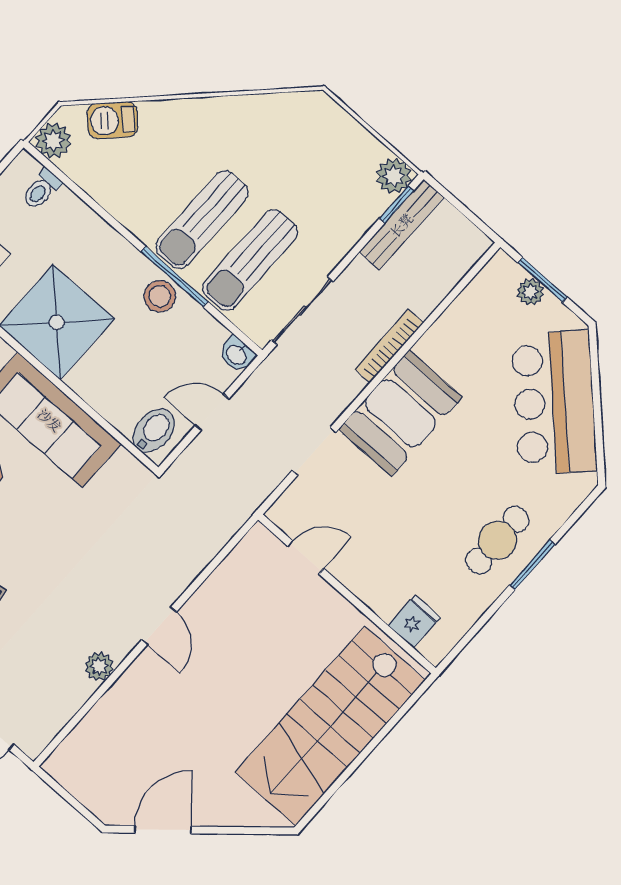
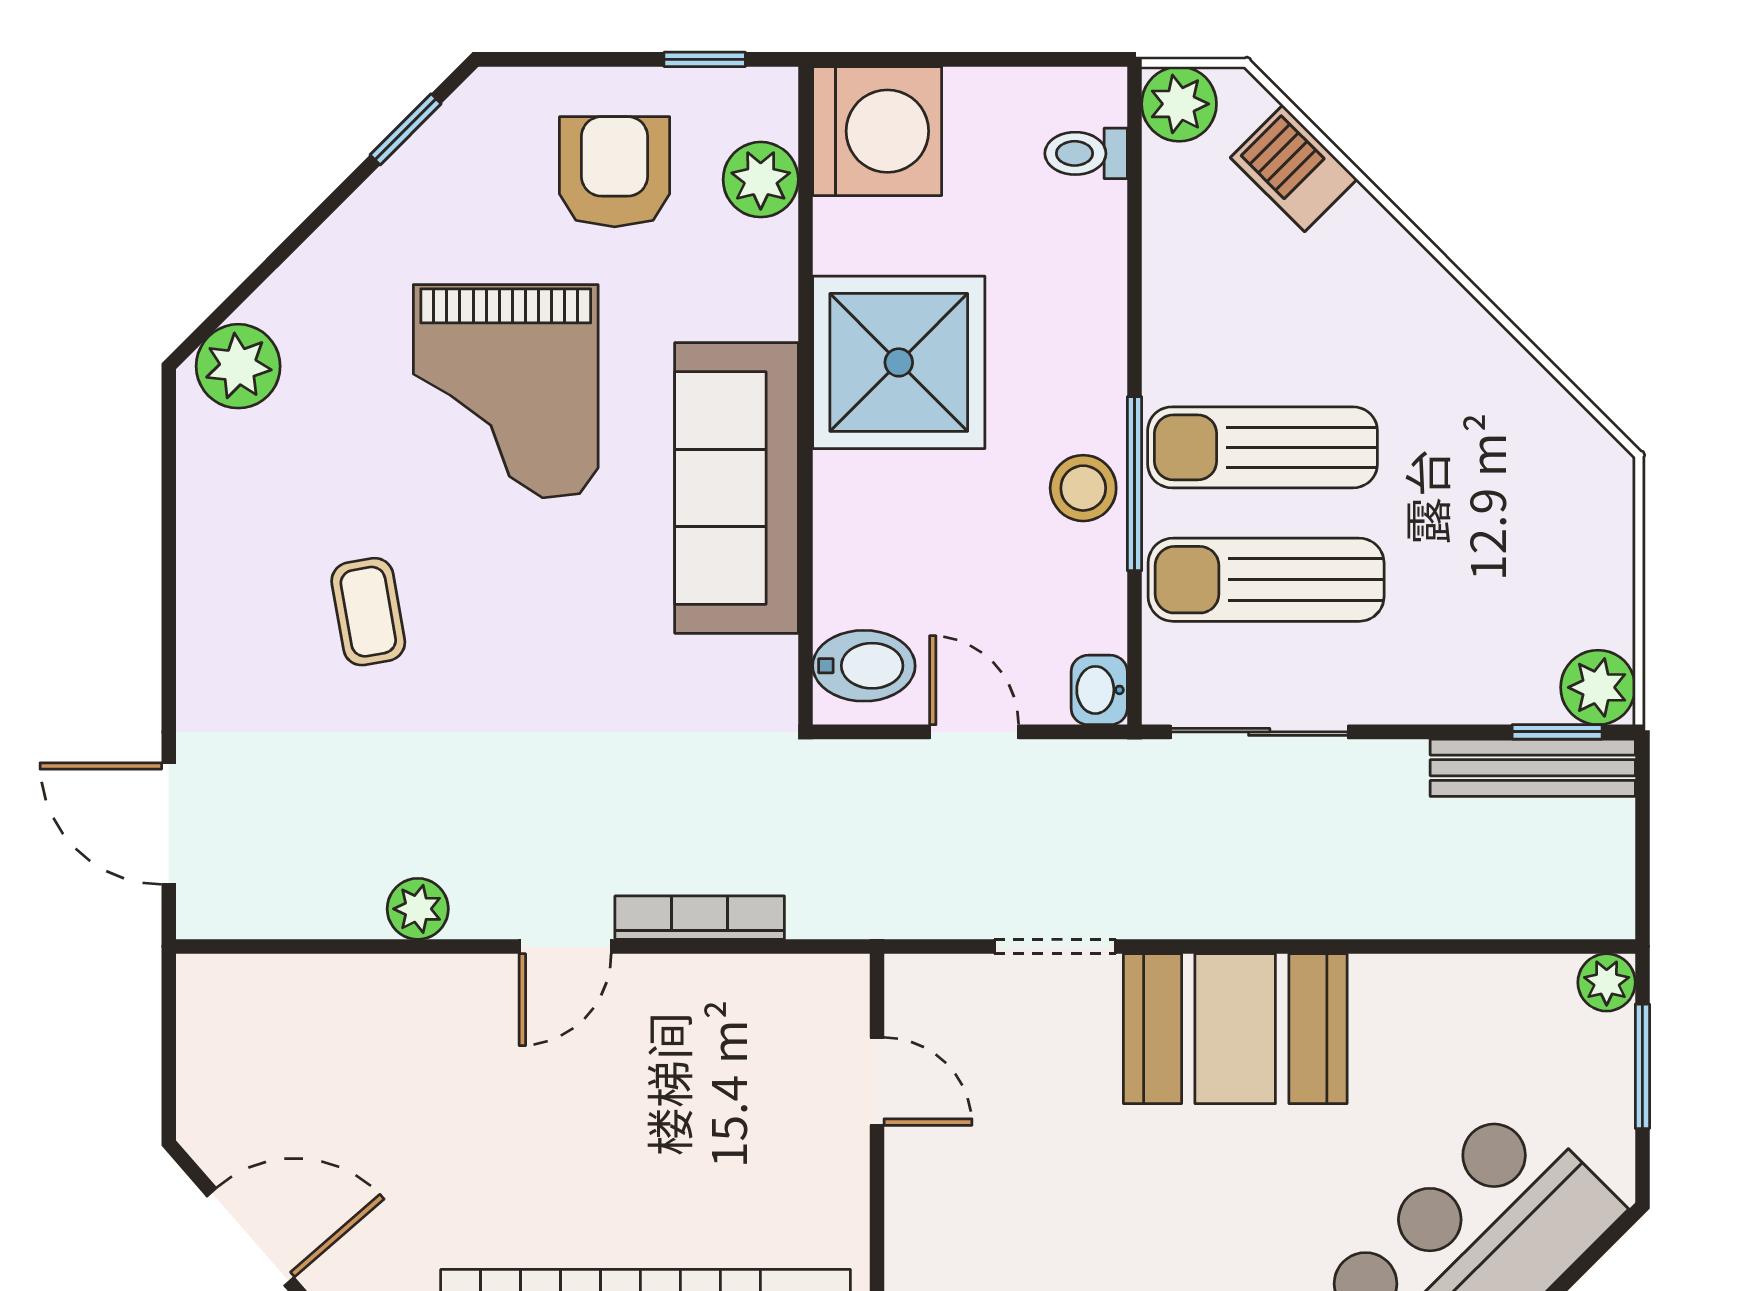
plant: (530, 292) -> (1607, 982), moved
bookcase: (389, 346) -> (700, 918), moved

